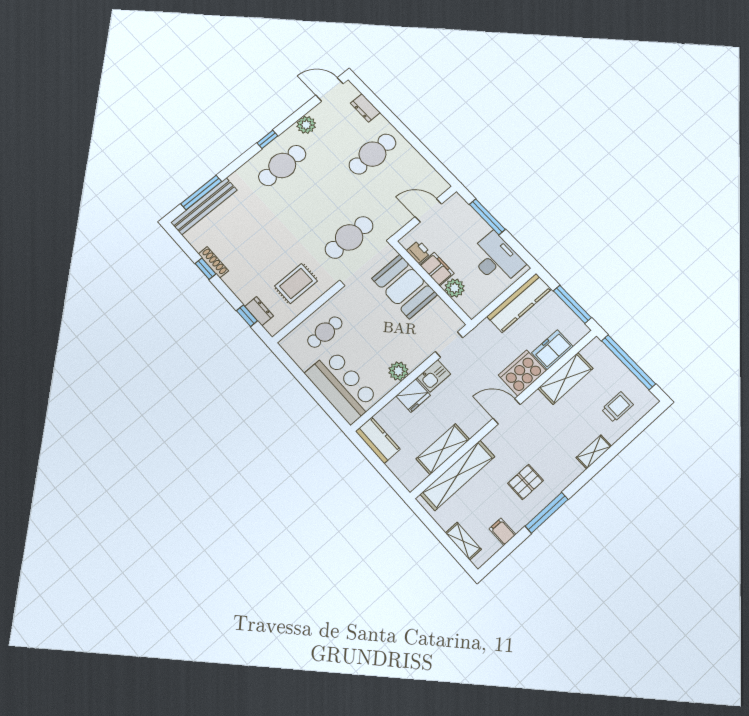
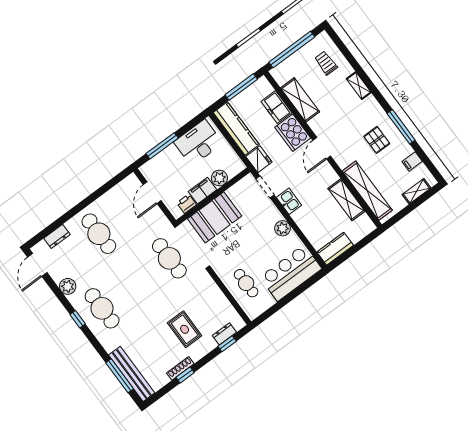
rug: (296, 283) -> (185, 329), moved
fridge: (413, 396) -> (259, 159), moved

